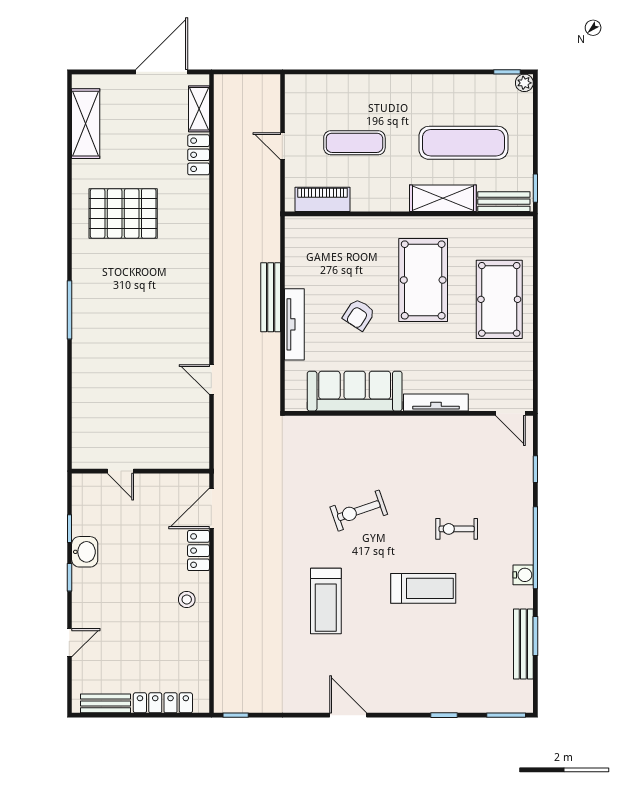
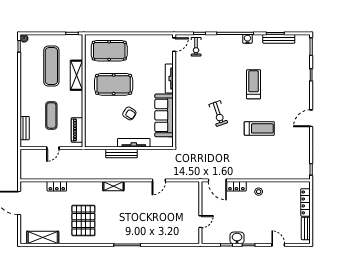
shelving: (199, 109) -> (113, 186), moved
bench: (504, 202) -> (25, 128), moved
pool table: (499, 299) -> (109, 51), moved
exercise bike: (457, 529) -> (196, 47), moved

